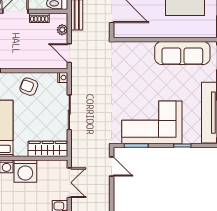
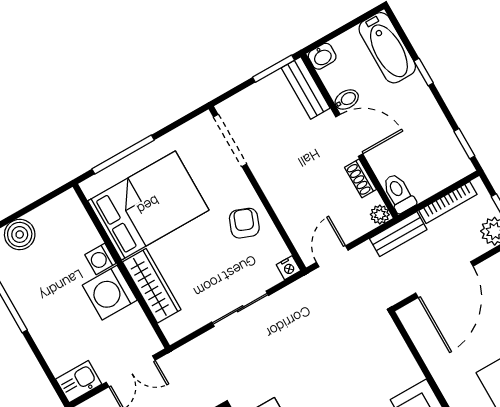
plant: (62, 30) -> (380, 215), moved
wardrobe: (48, 149) -> (152, 286), moved

